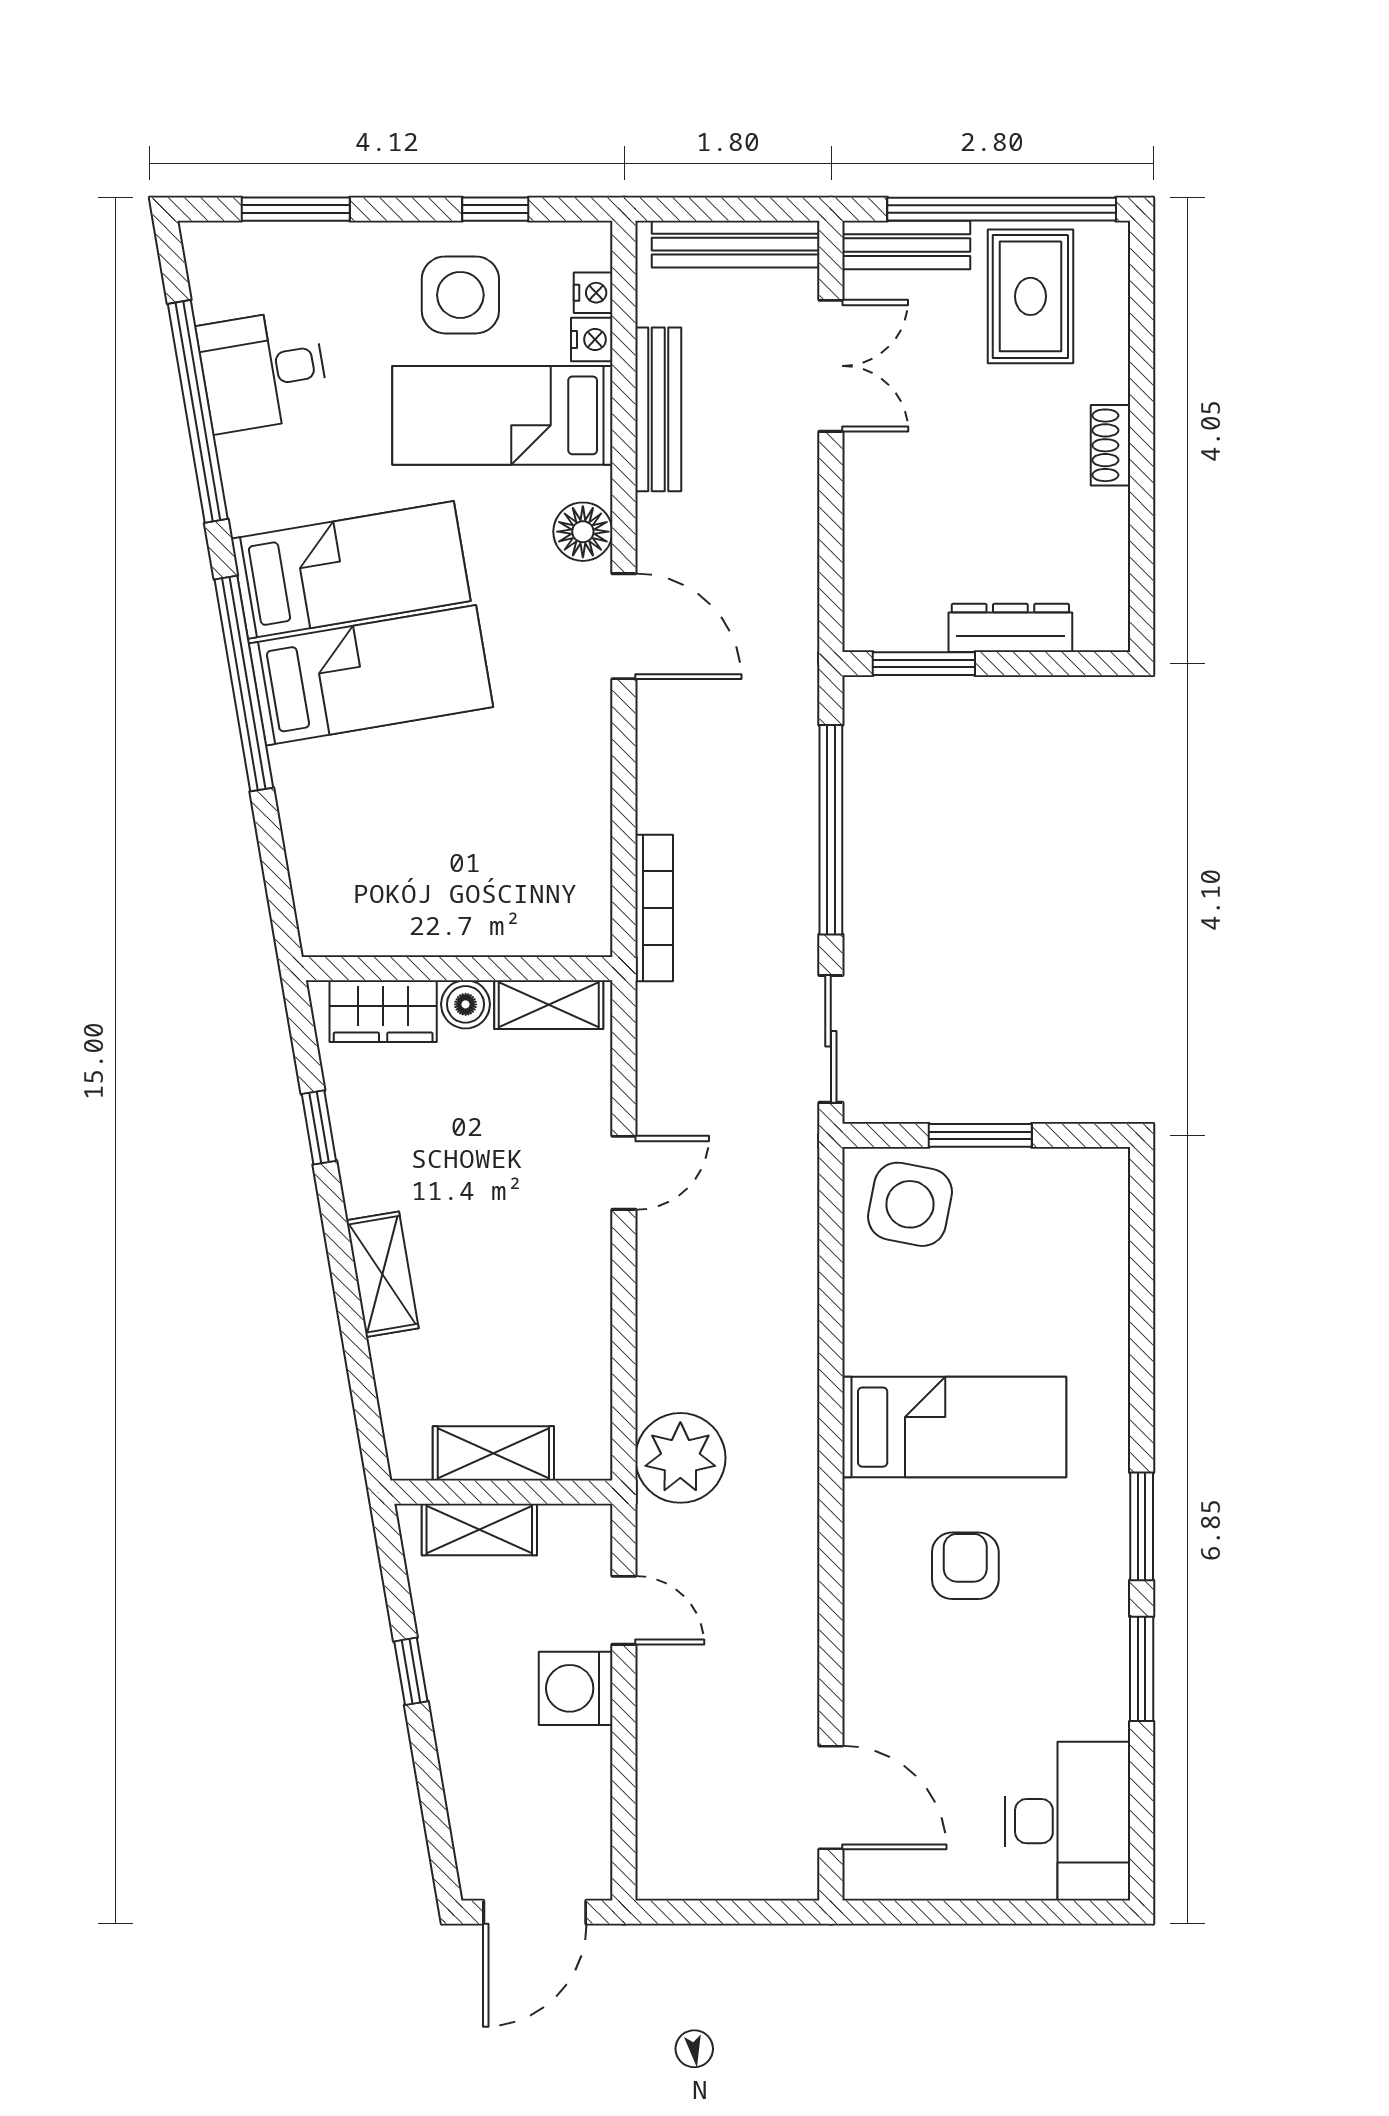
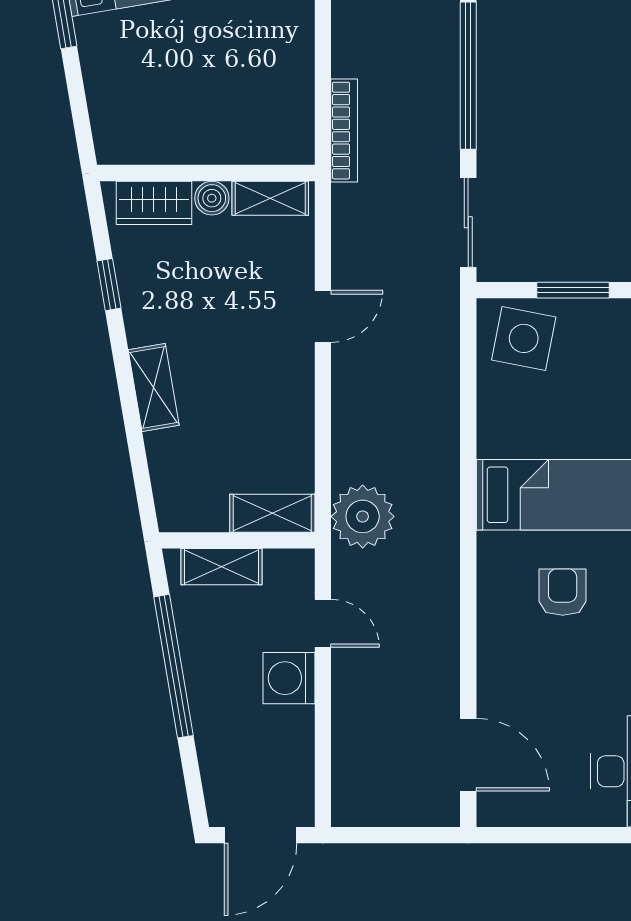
shelving: (493, 1453) -> (272, 513), moved
window: (411, 1671) -> (174, 666), width x3.17

